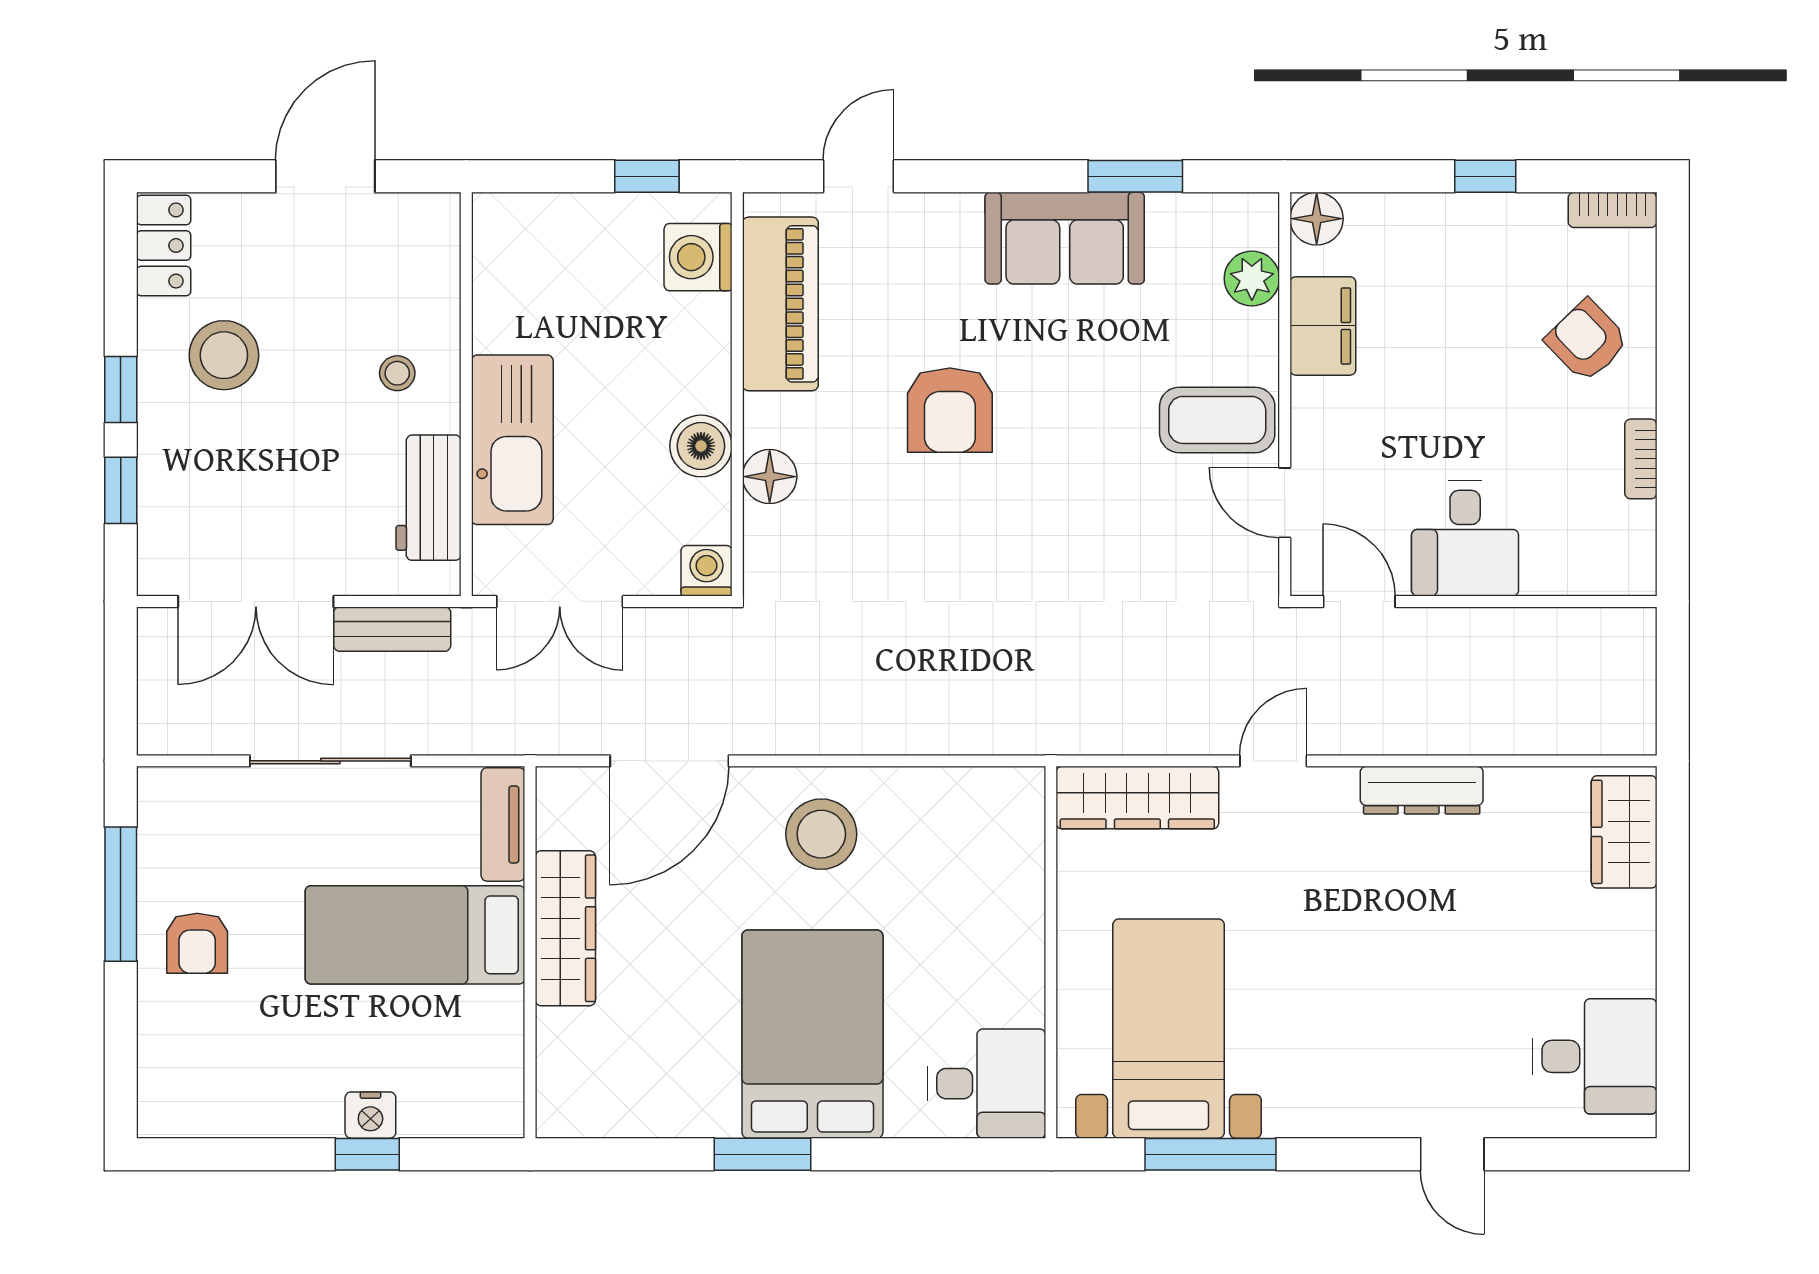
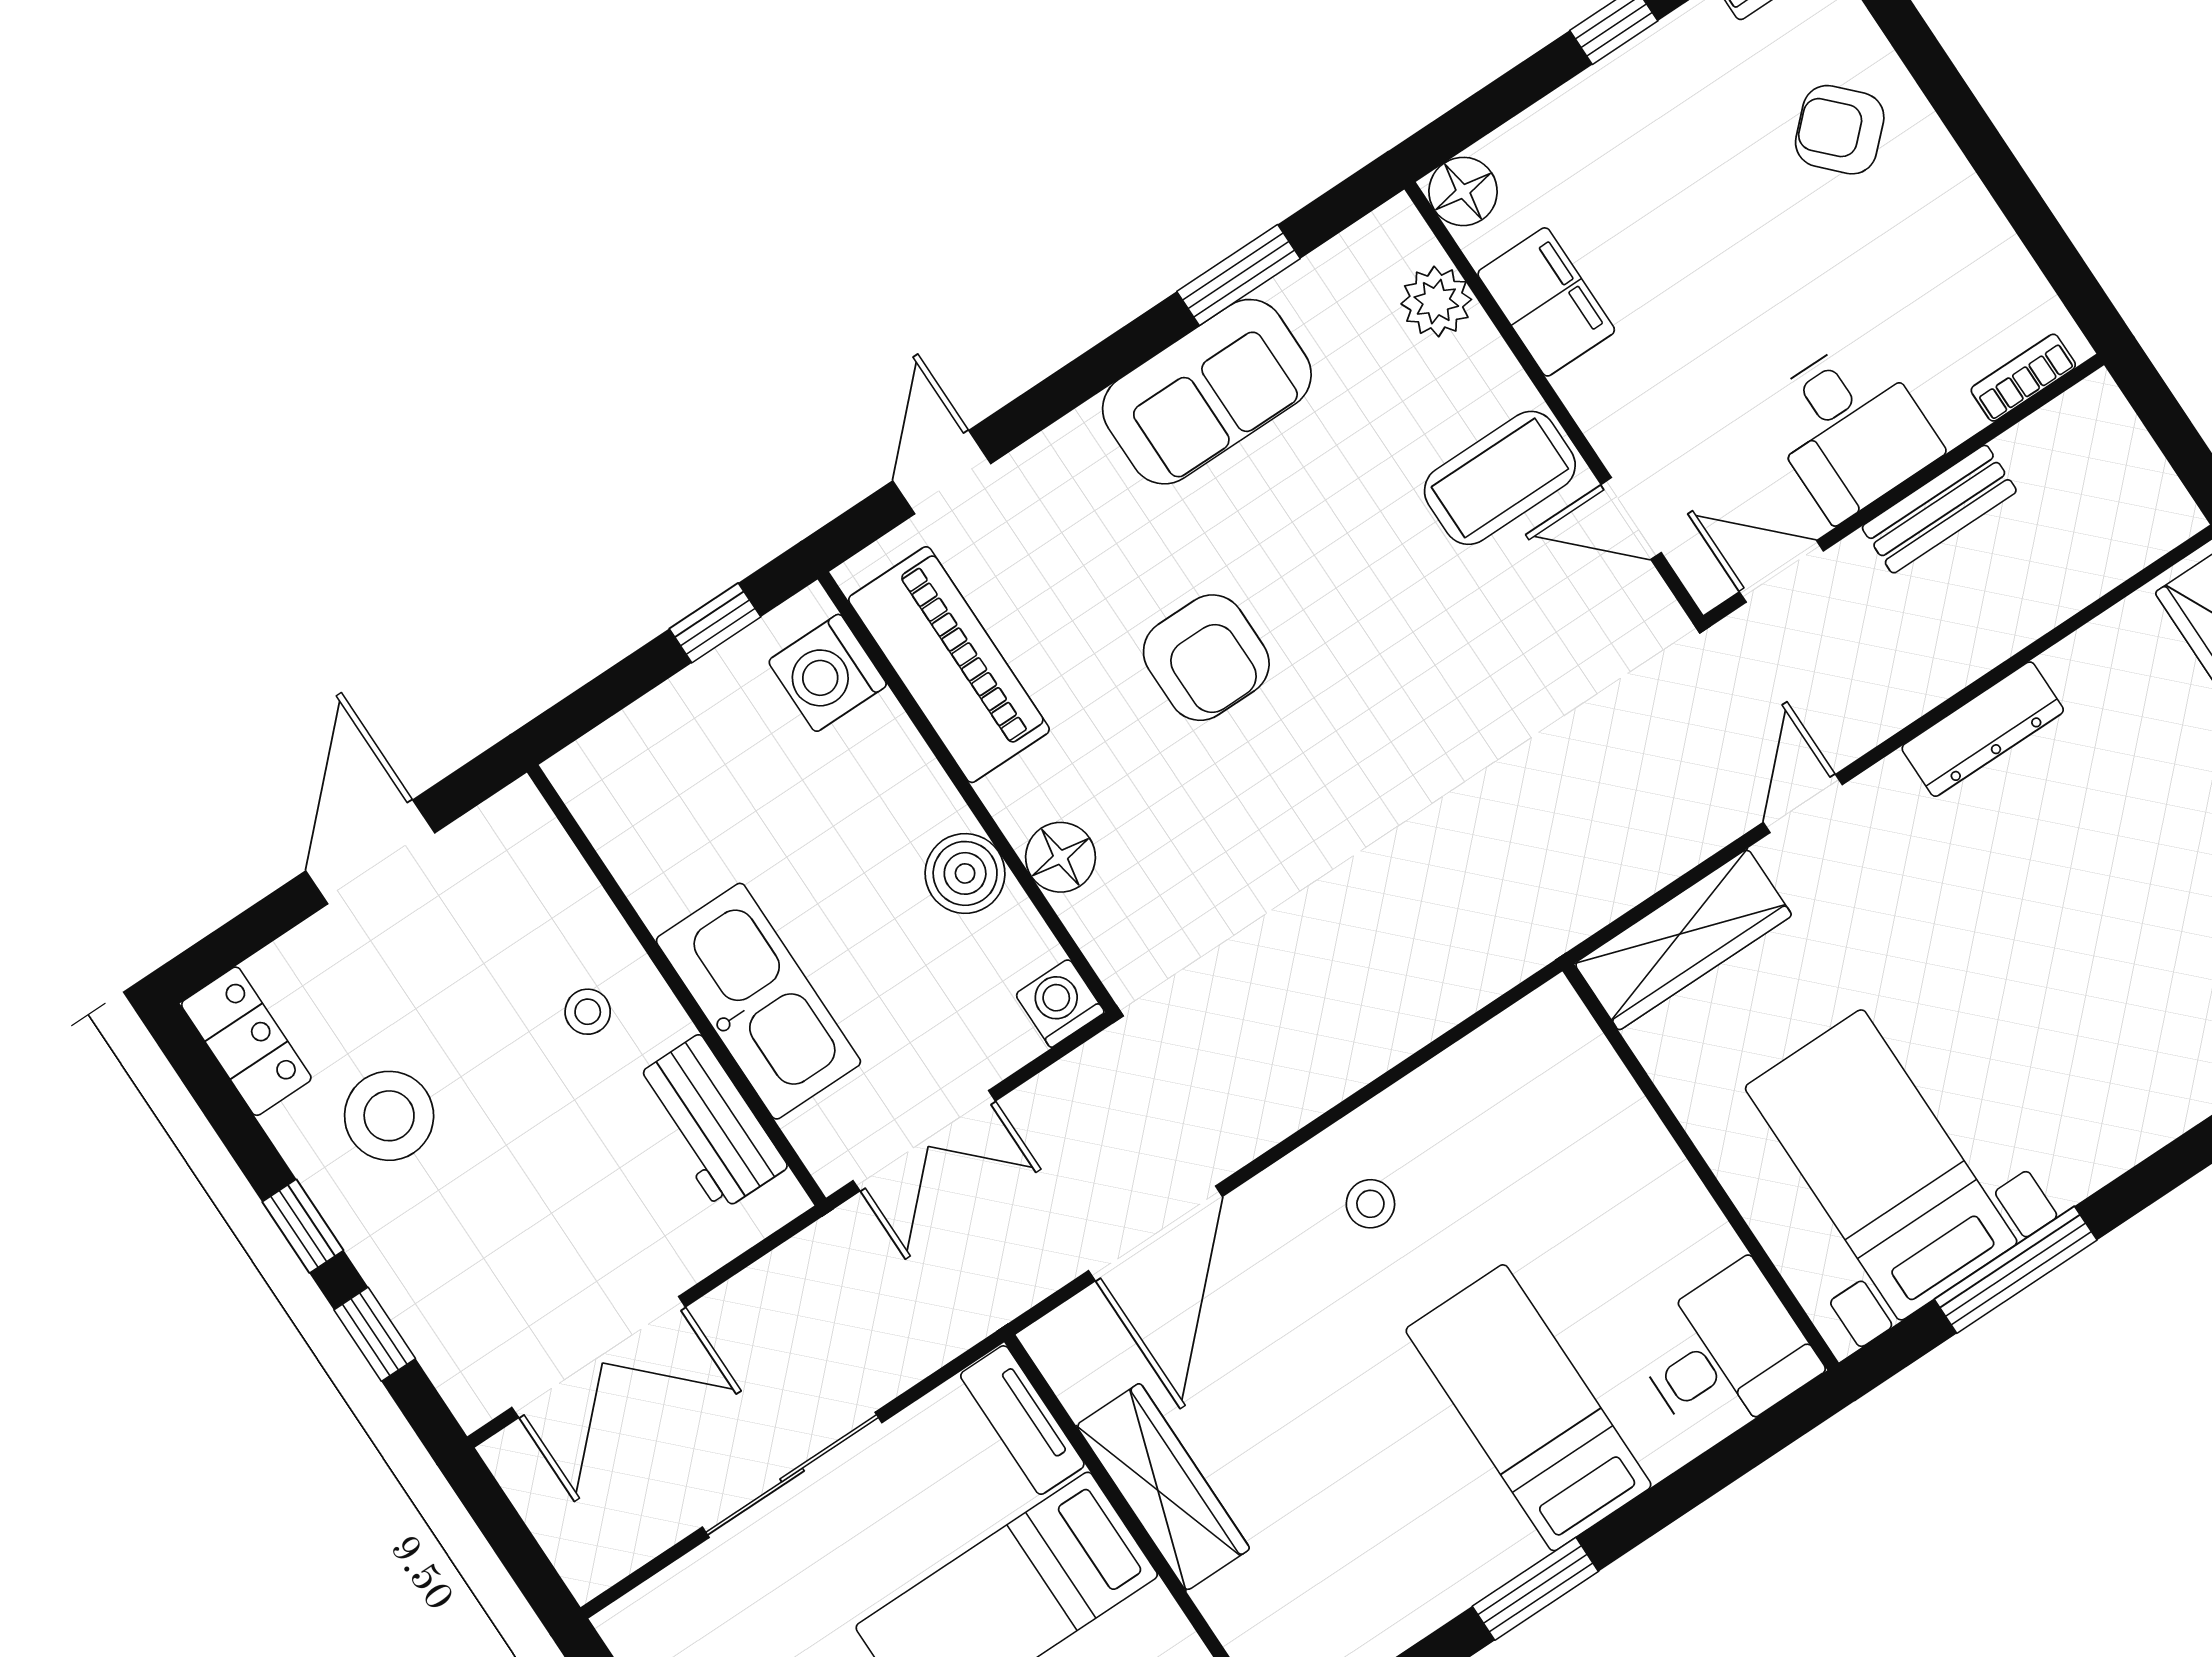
bookcase: (1641, 459) -> (2023, 378), moved, turned 90
bench: (392, 629) -> (1939, 509), moved
stool: (821, 834) -> (1370, 1204), width x0.53, depth x0.53
bed: (812, 1034) -> (1528, 1408), width x0.67

